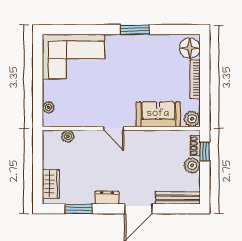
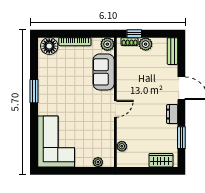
bench: (178, 198) -> (172, 51), width x0.73

